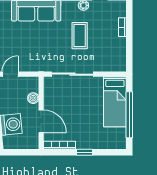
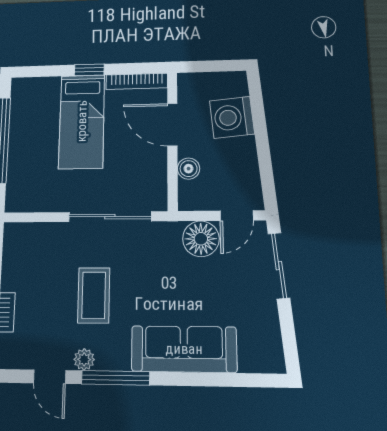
floor lamp: (28, 63) -> (201, 239), added
bed: (115, 102) -> (82, 121), moved, turned 180

